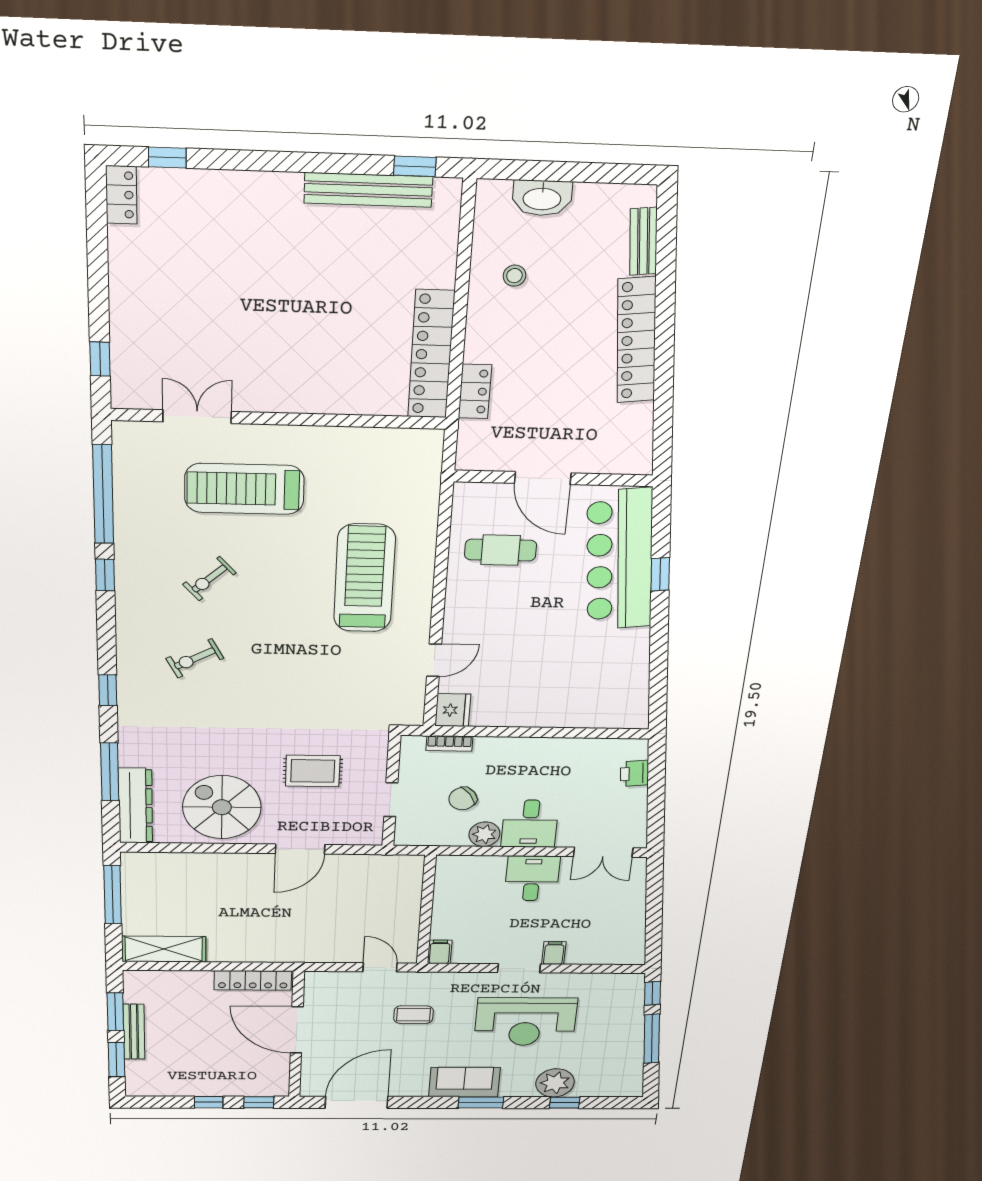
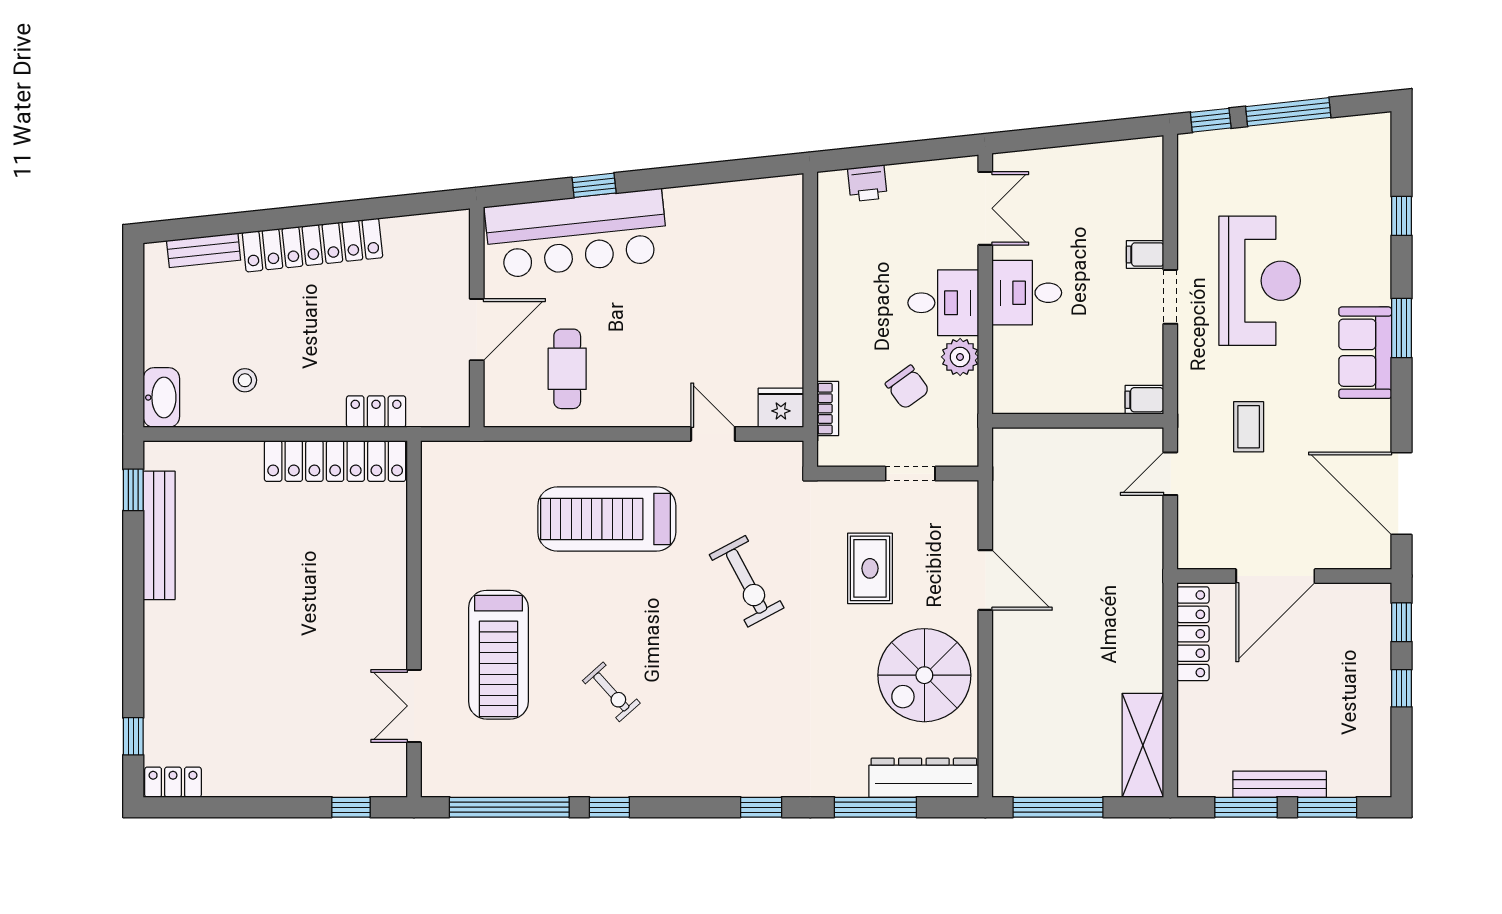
washbasin: (542, 198) -> (161, 398), moved
exercise bike: (195, 658) -> (747, 581), moved, width x1.38, depth x1.39
plant: (555, 1083) -> (1366, 232), removed

